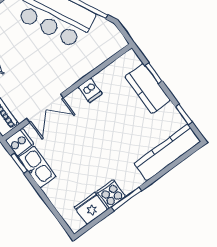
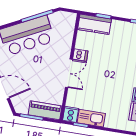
kitchen counter: (148, 88) -> (95, 24), moved
double door: (45, 108) -> (69, 73), moved

